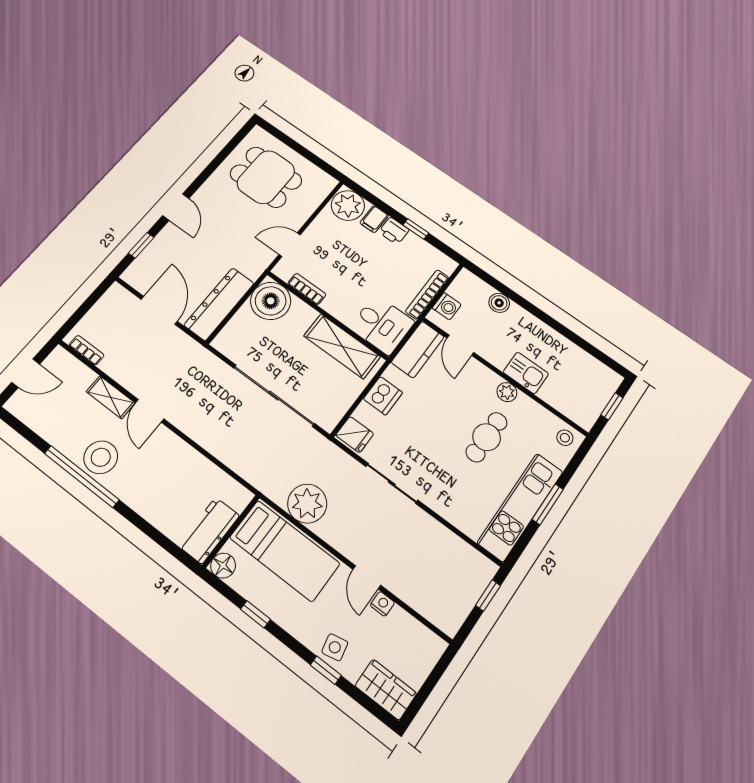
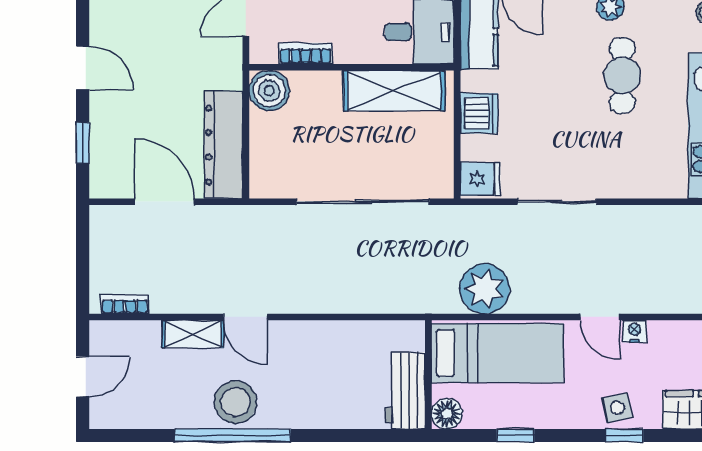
boiler: (271, 301) -> (269, 91), width x0.73, depth x0.73

